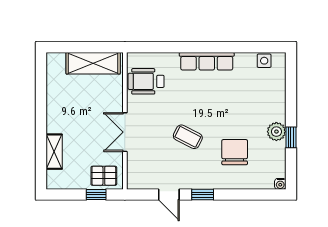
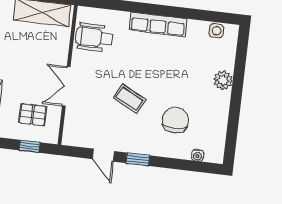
plant: (276, 132) -> (223, 80), moved
window: (291, 137) -> (234, 112), removed
pallet: (104, 176) -> (33, 115), moved
water cooler: (280, 184) -> (198, 155), moved

